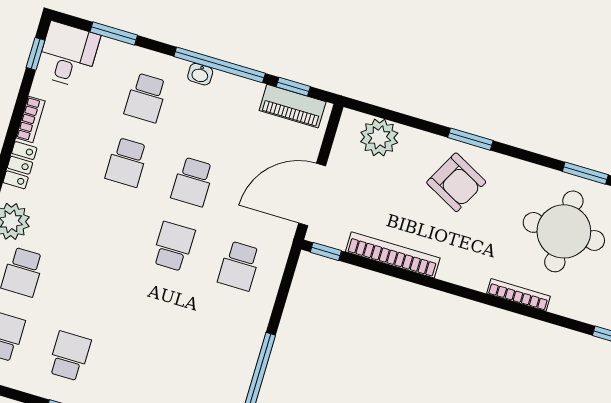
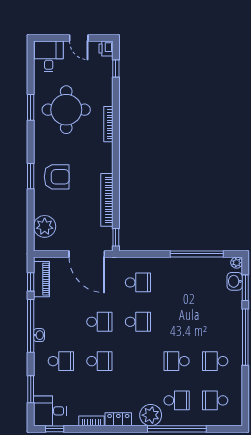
armchair: (456, 182) -> (57, 177), turned 62
school desk: (173, 246) -> (138, 322), turned 180
school desk: (88, 291) -> (177, 361), added

